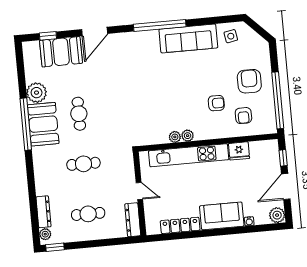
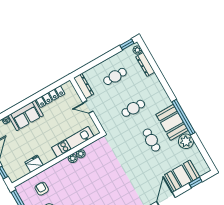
armchair: (216, 103) -> (63, 189), removed
kitchen unit: (189, 155) -> (73, 142), width x0.73

